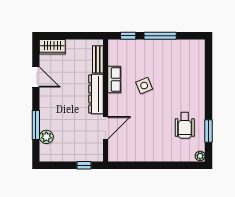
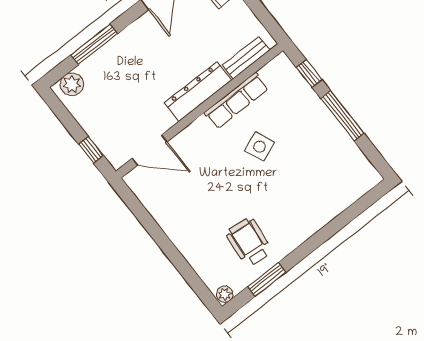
row of seats: (114, 80) -> (236, 101), width x1.48
wheelchair: (185, 125) -> (249, 242), turned 96
door: (105, 128) -> (150, 150), moved
plant: (46, 137) -> (72, 84), moved

